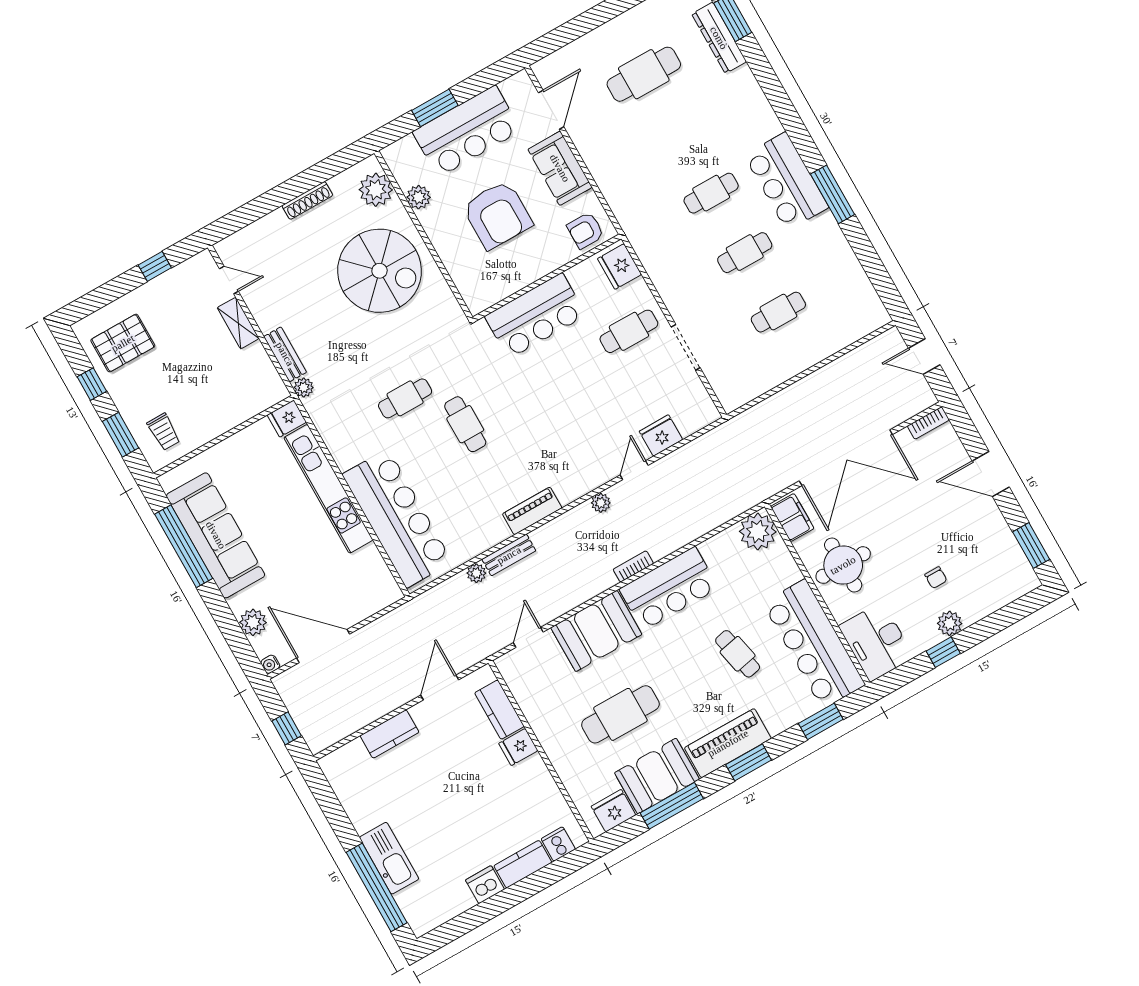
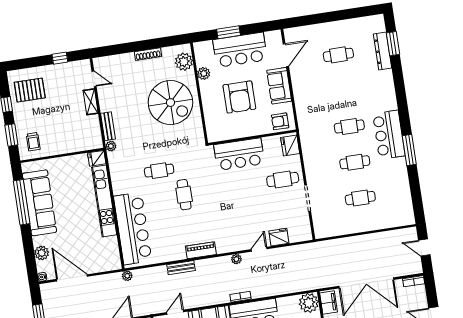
cafe table: (644, 74) -> (338, 55), width x0.73, depth x0.74
plant: (476, 573) -> (127, 276), moved

